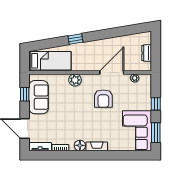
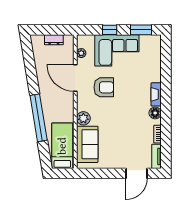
window: (75, 39) -> (39, 118), width x3.17
window: (25, 94) -> (99, 173), removed
sofa: (39, 97) -> (87, 144), moved, turned 90
corner sofa: (137, 131) -> (117, 50), moved

